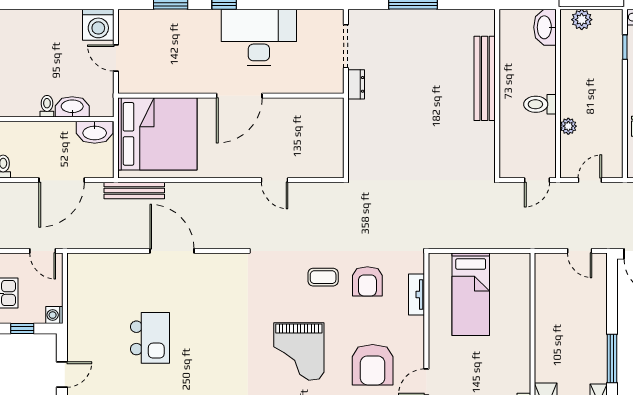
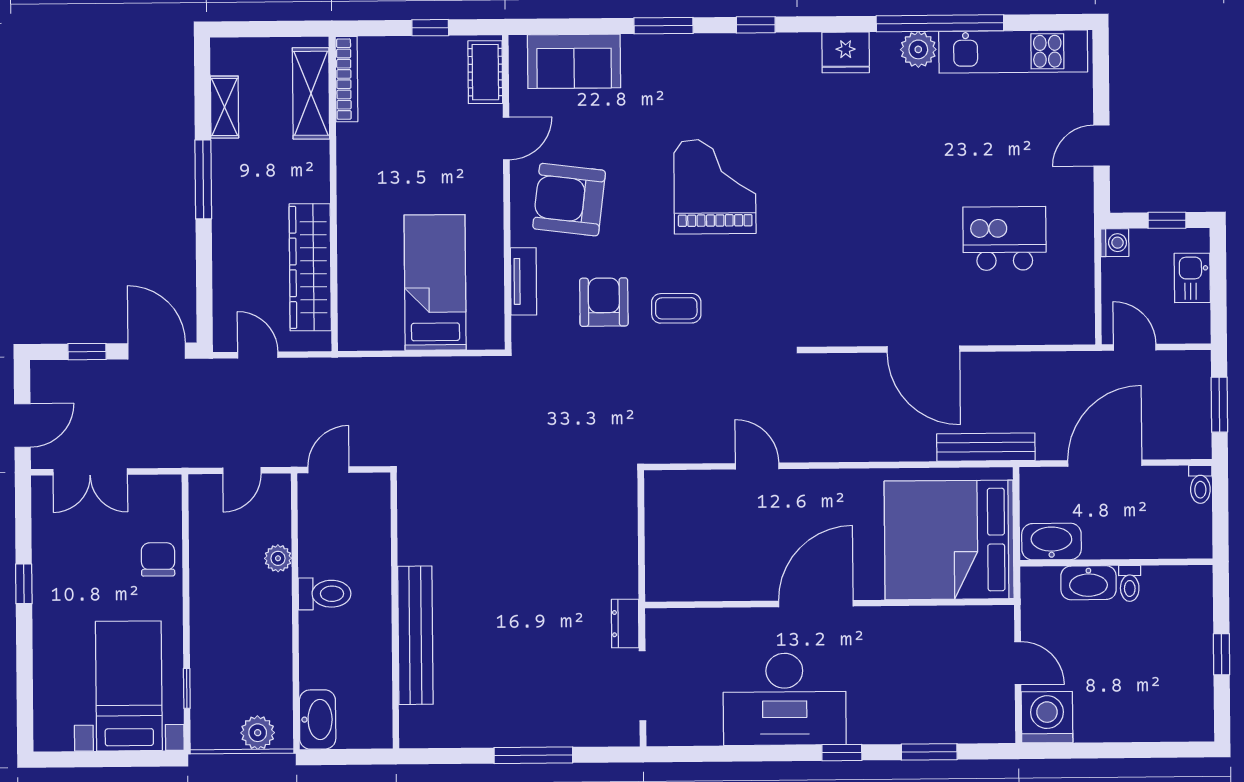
wardrobe: (547, 304) -> (310, 267), added
kitchen island: (150, 338) -> (1005, 238), moved, turned 90
armchair: (373, 365) -> (569, 200), moved, turned -83

